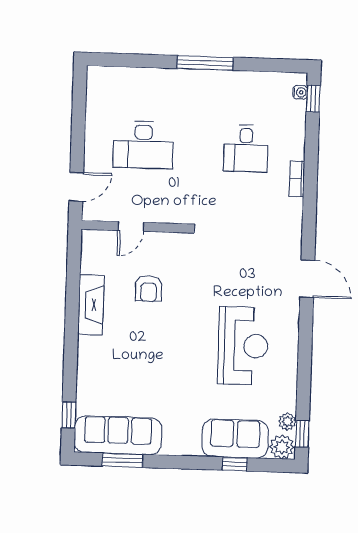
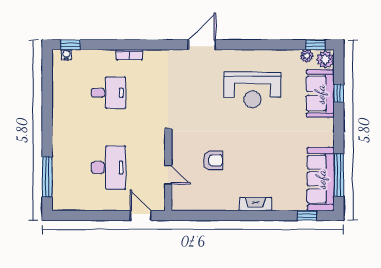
window: (205, 63) -> (47, 177), moved
fireplace: (91, 305) -> (256, 204), moved, width x0.73, depth x0.76
reception desk: (243, 346) -> (252, 90), turned 180
window: (122, 460) -> (339, 175), width x1.44

